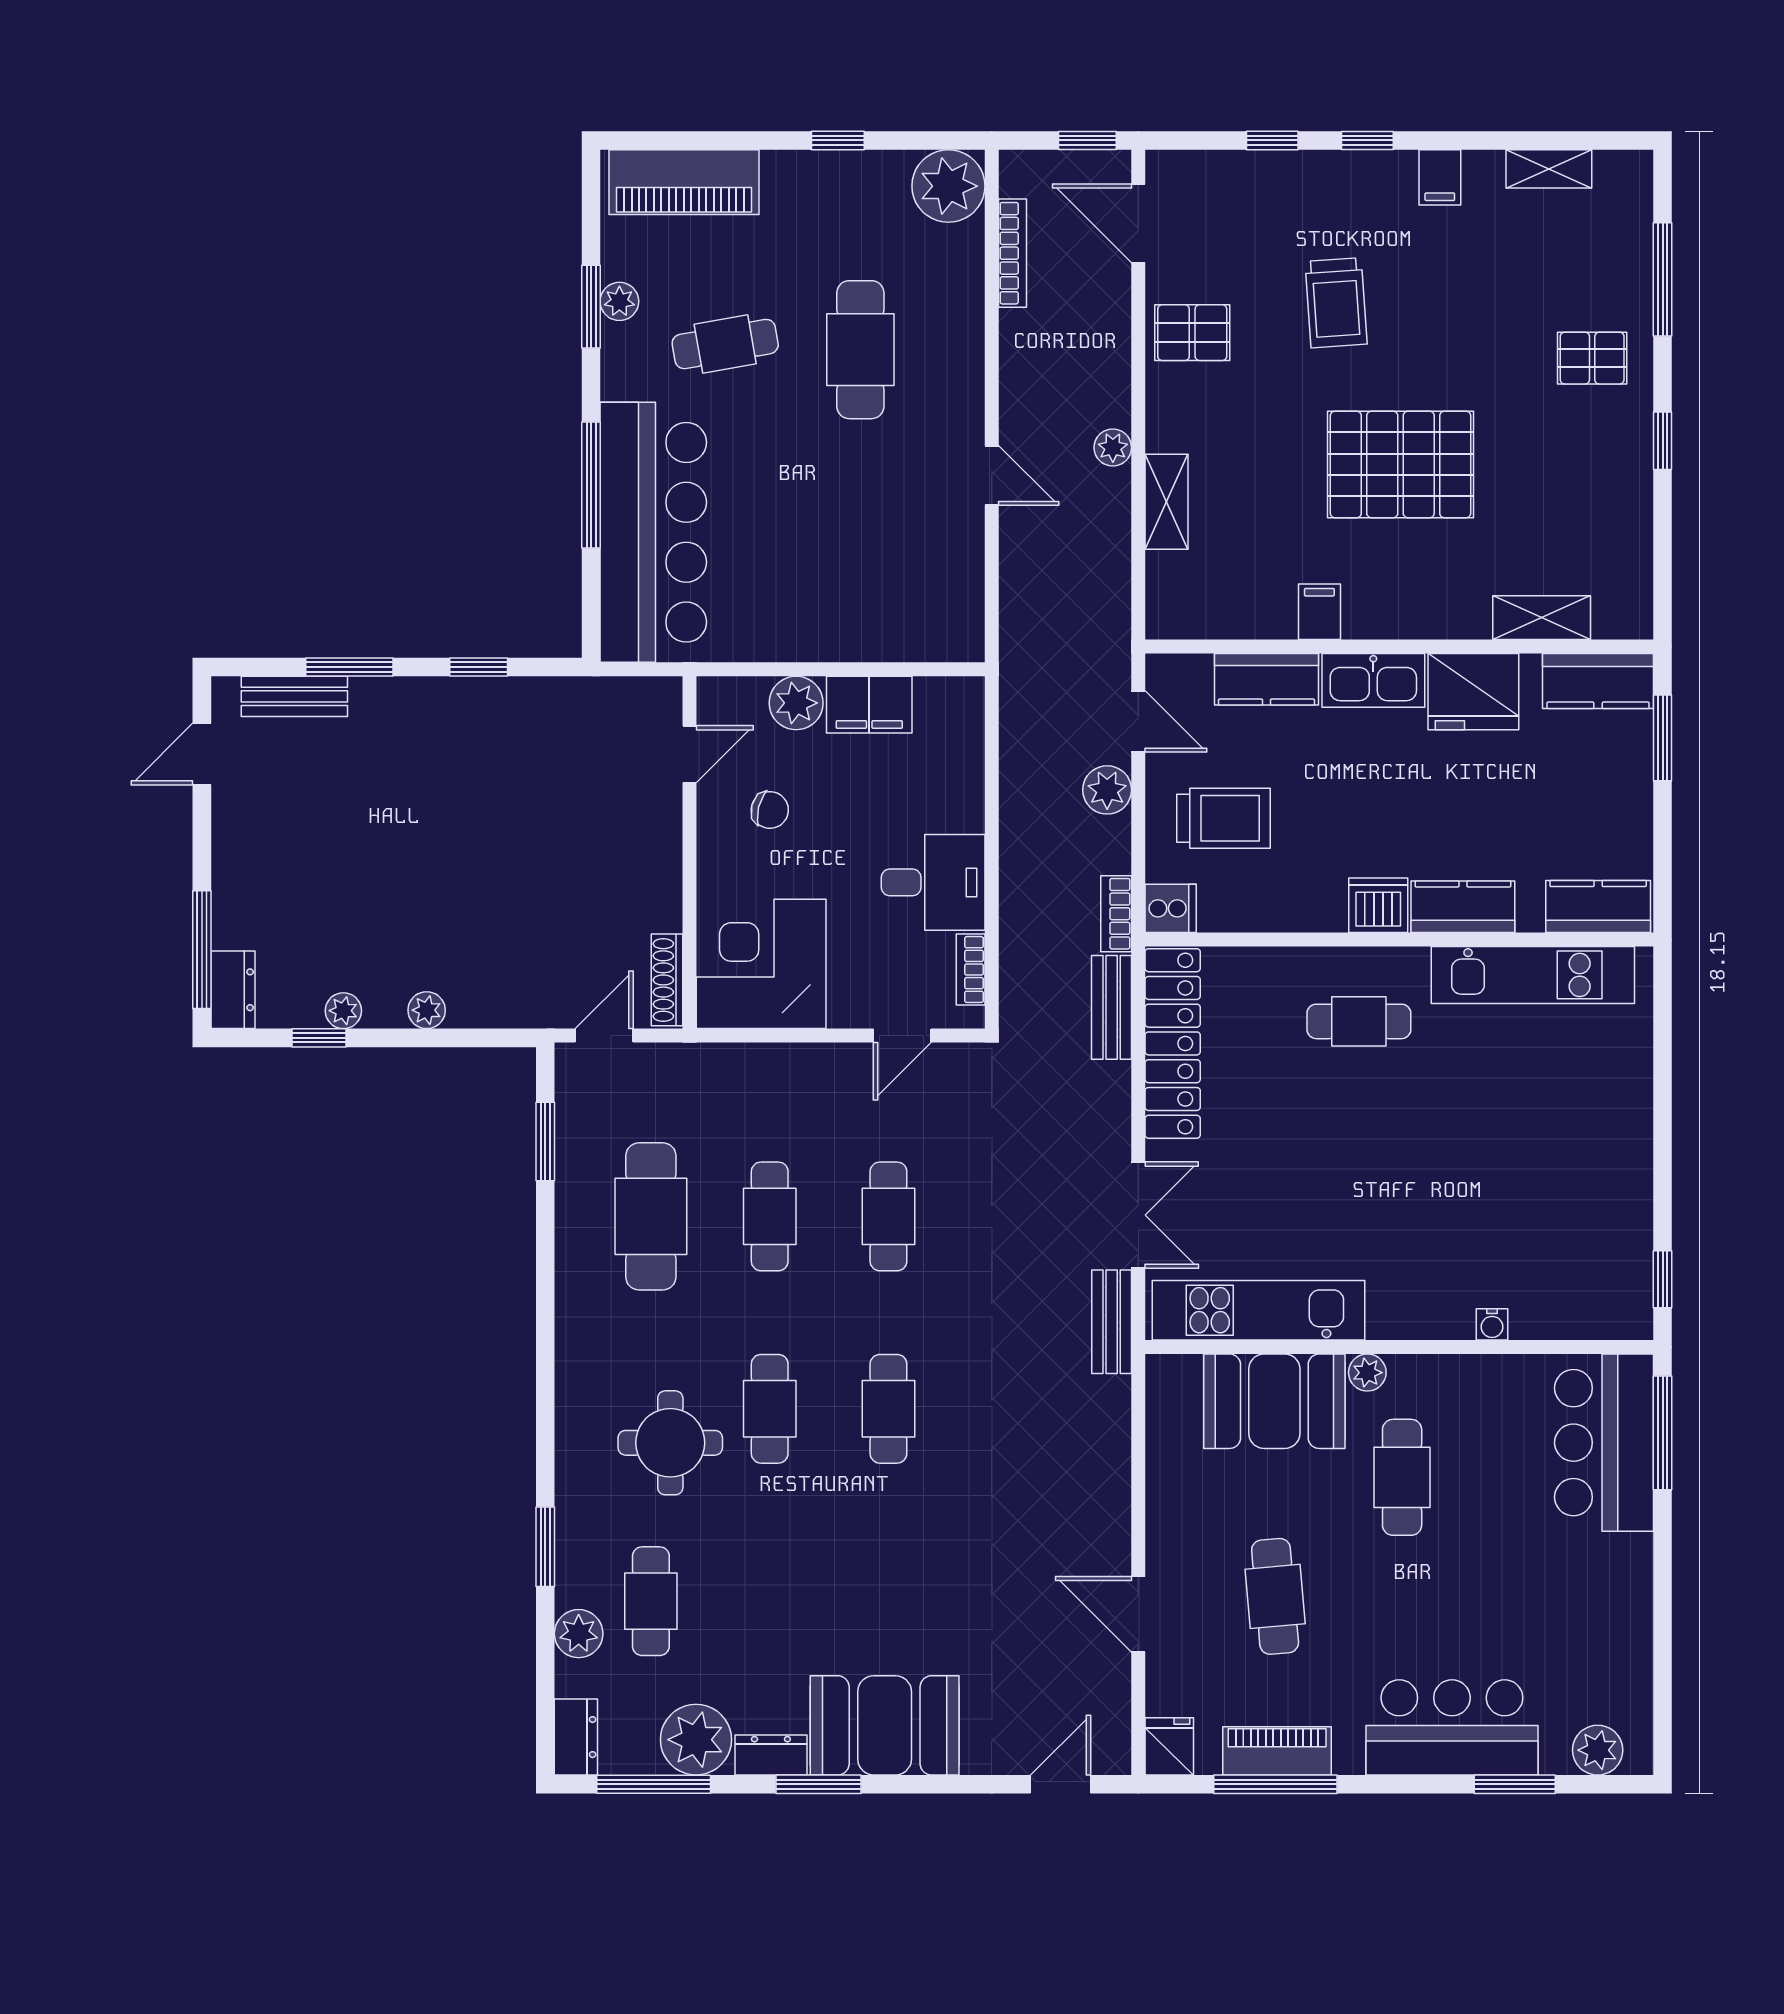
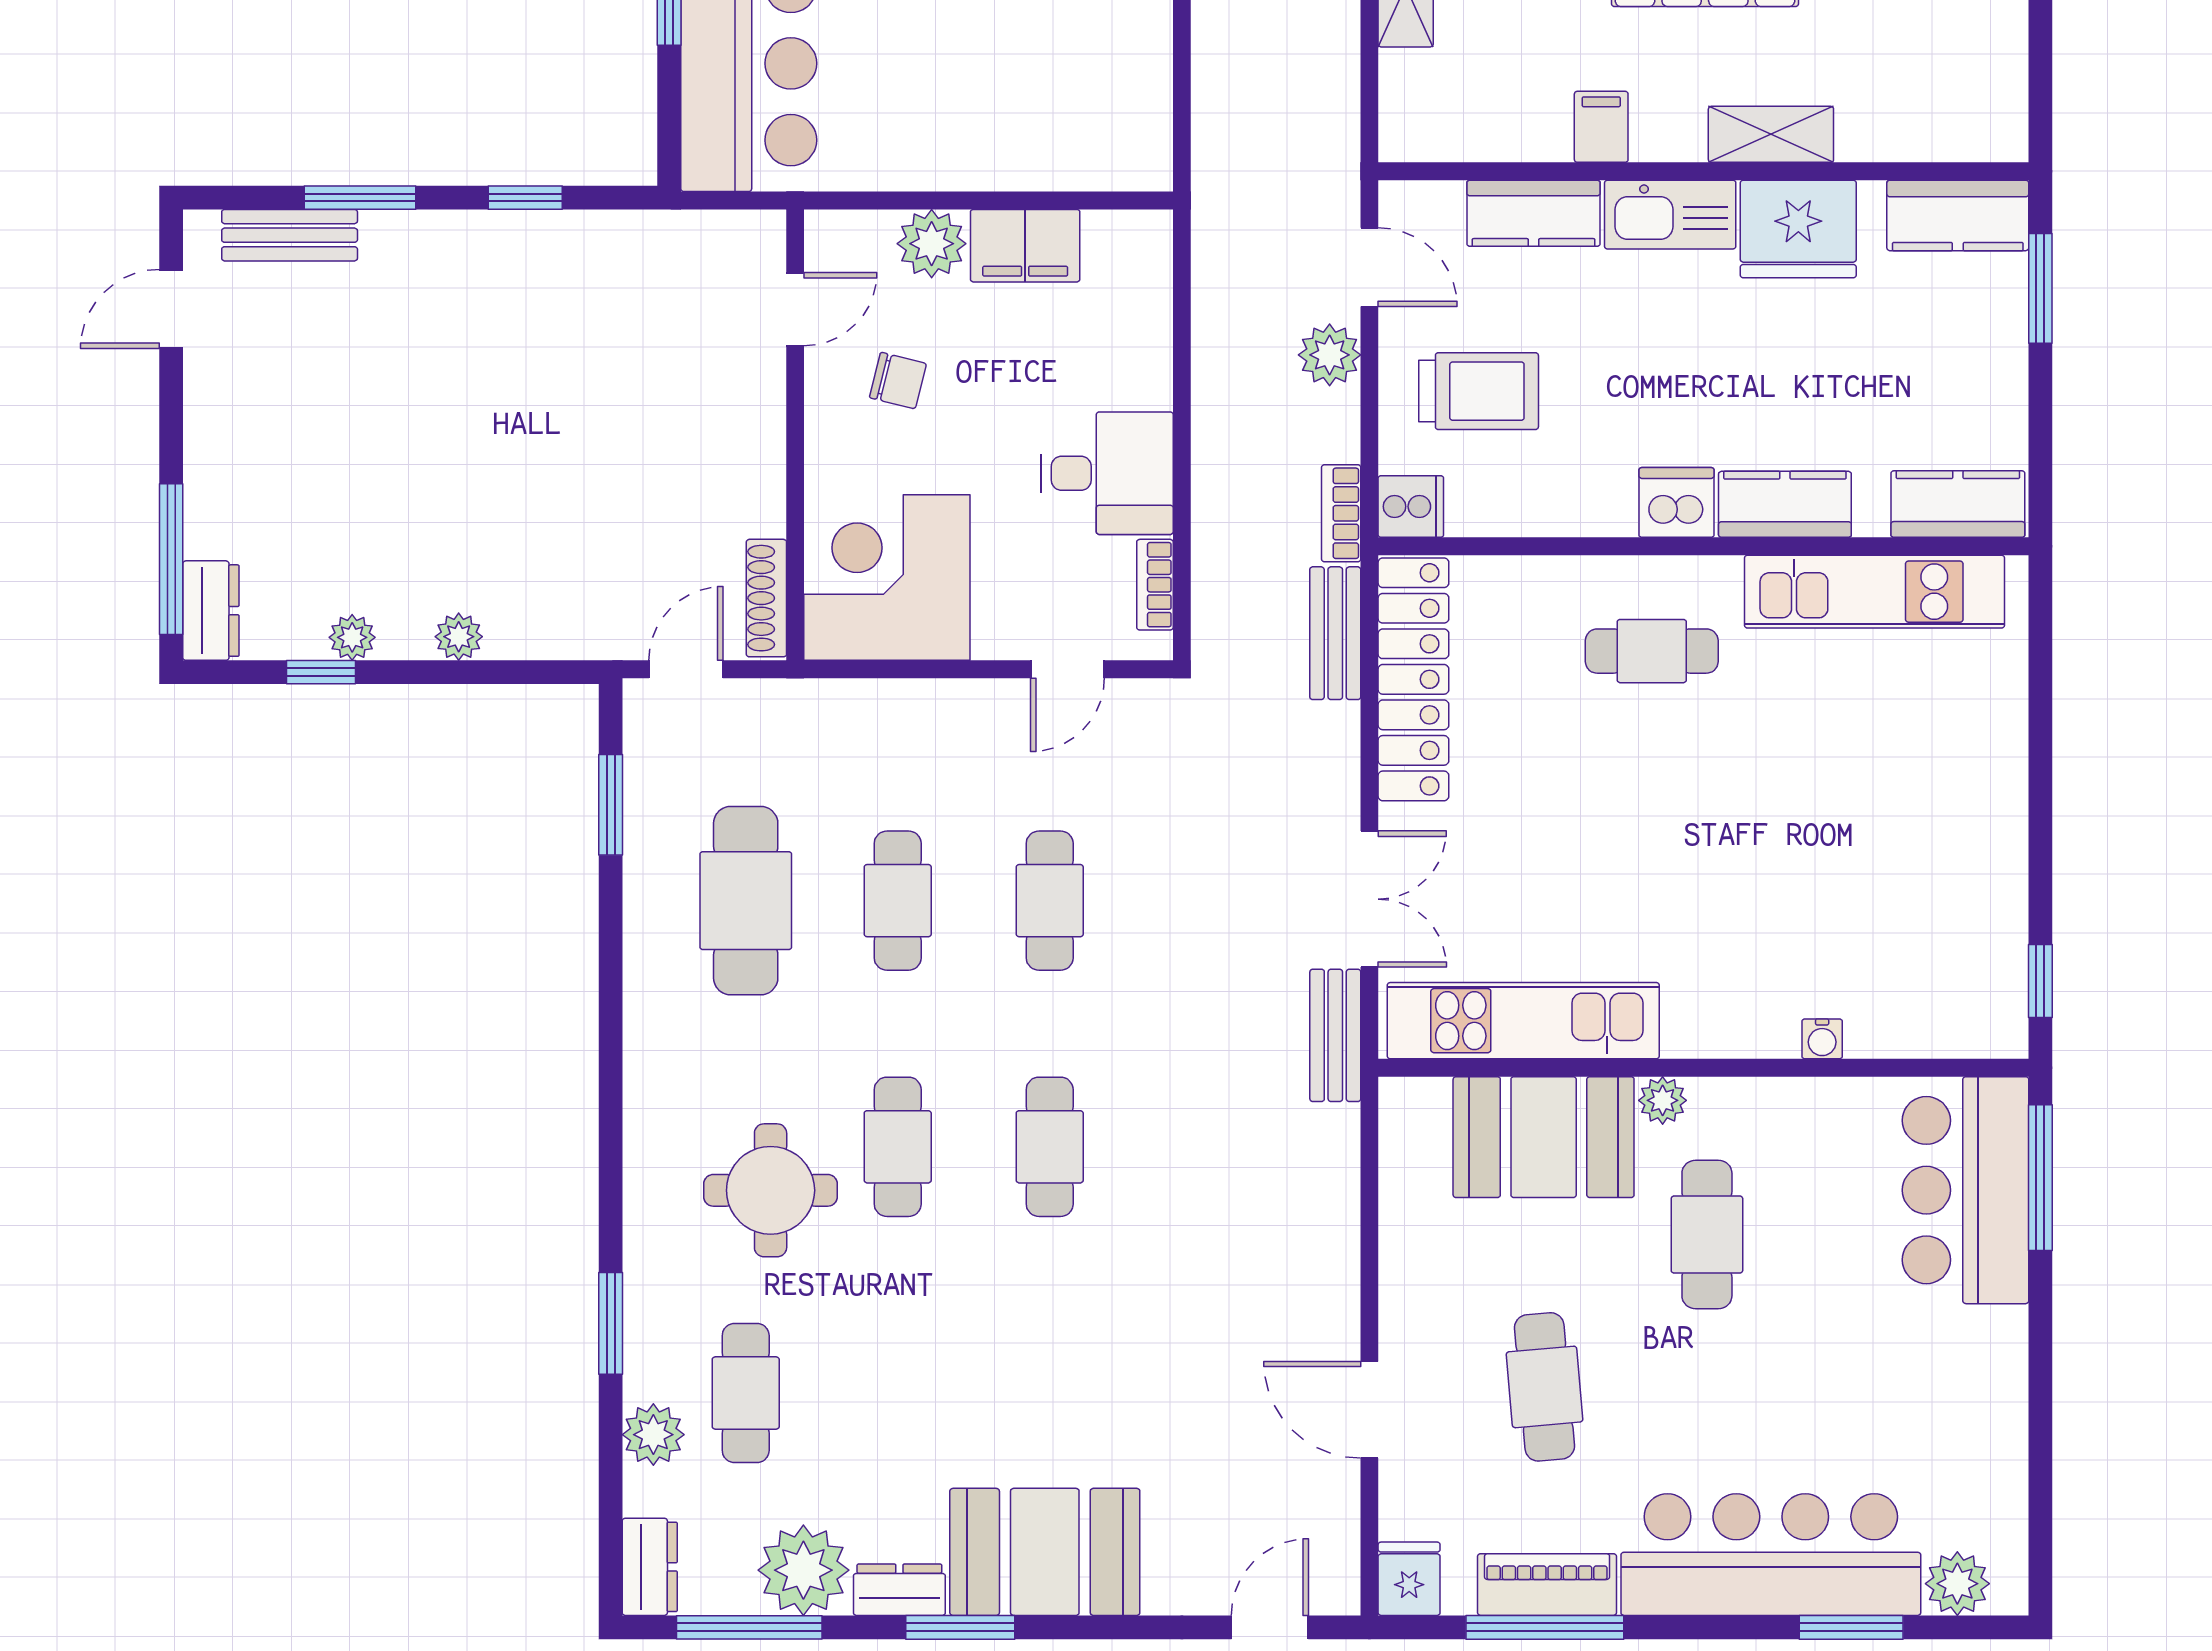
shelving: (1542, 618) -> (1771, 134), moved
bar counter: (1452, 1727) -> (1771, 1555), width x1.36

